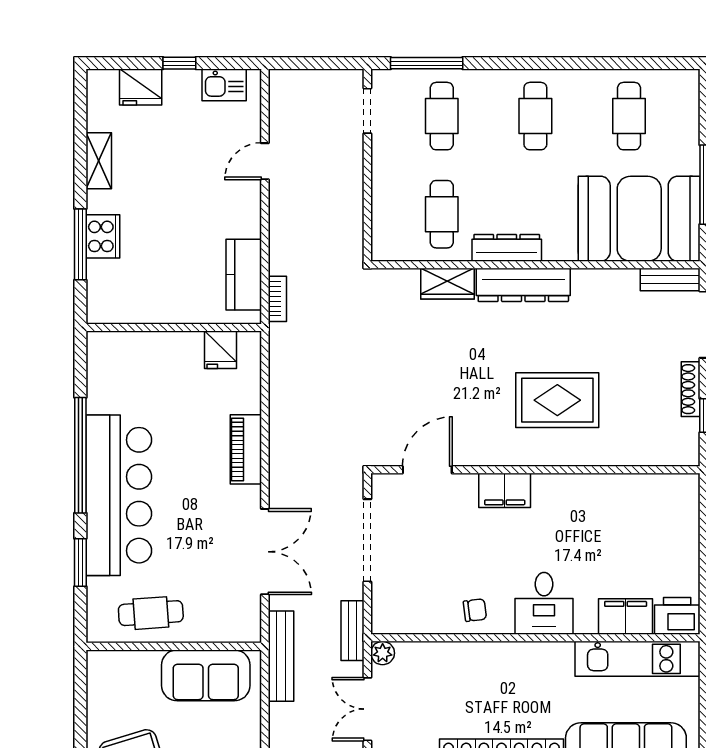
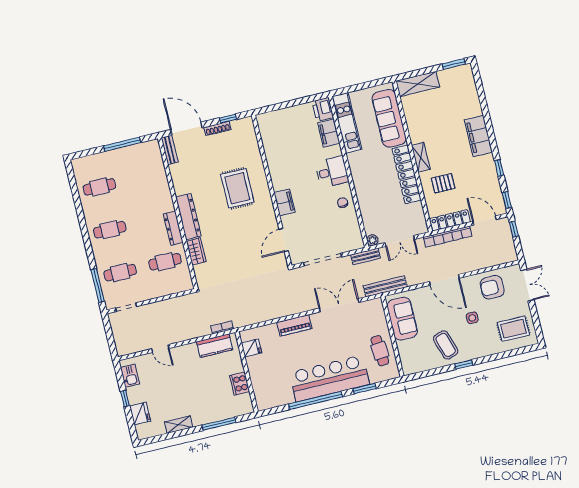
booth: (639, 219) -> (145, 171), removed
cooker: (103, 236) -> (240, 384), moved, turned -90
door: (427, 470) -> (284, 240), hinge flipped

